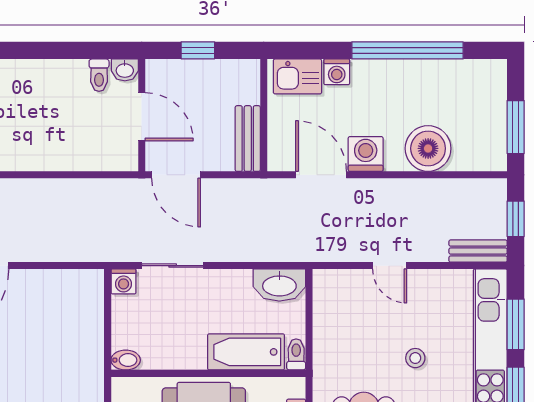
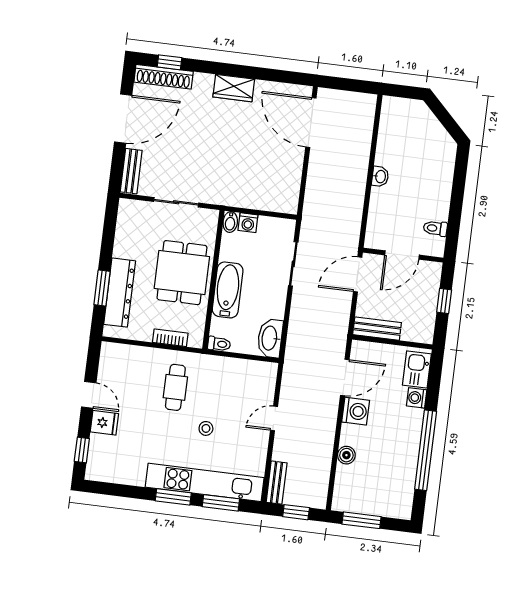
washbasin: (125, 70) -> (380, 177), moved, turned 180
boiler: (428, 148) -> (346, 455), width x0.54, depth x0.54
washing machine: (124, 281) -> (248, 223), moved, turned -90
bathtub: (246, 352) -> (228, 290), moved

